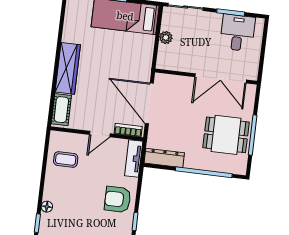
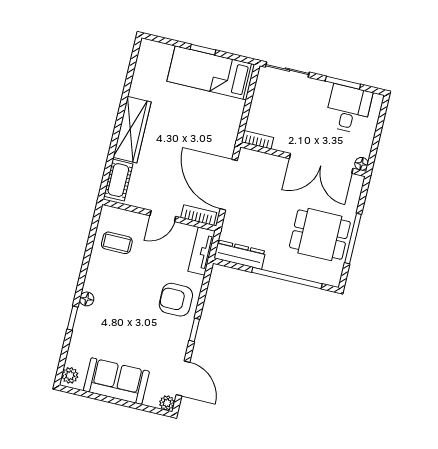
plant: (166, 38) -> (258, 105), removed
bookcase: (168, 65) -> (257, 140), added
floor lamp: (253, 75) -> (361, 164), added

